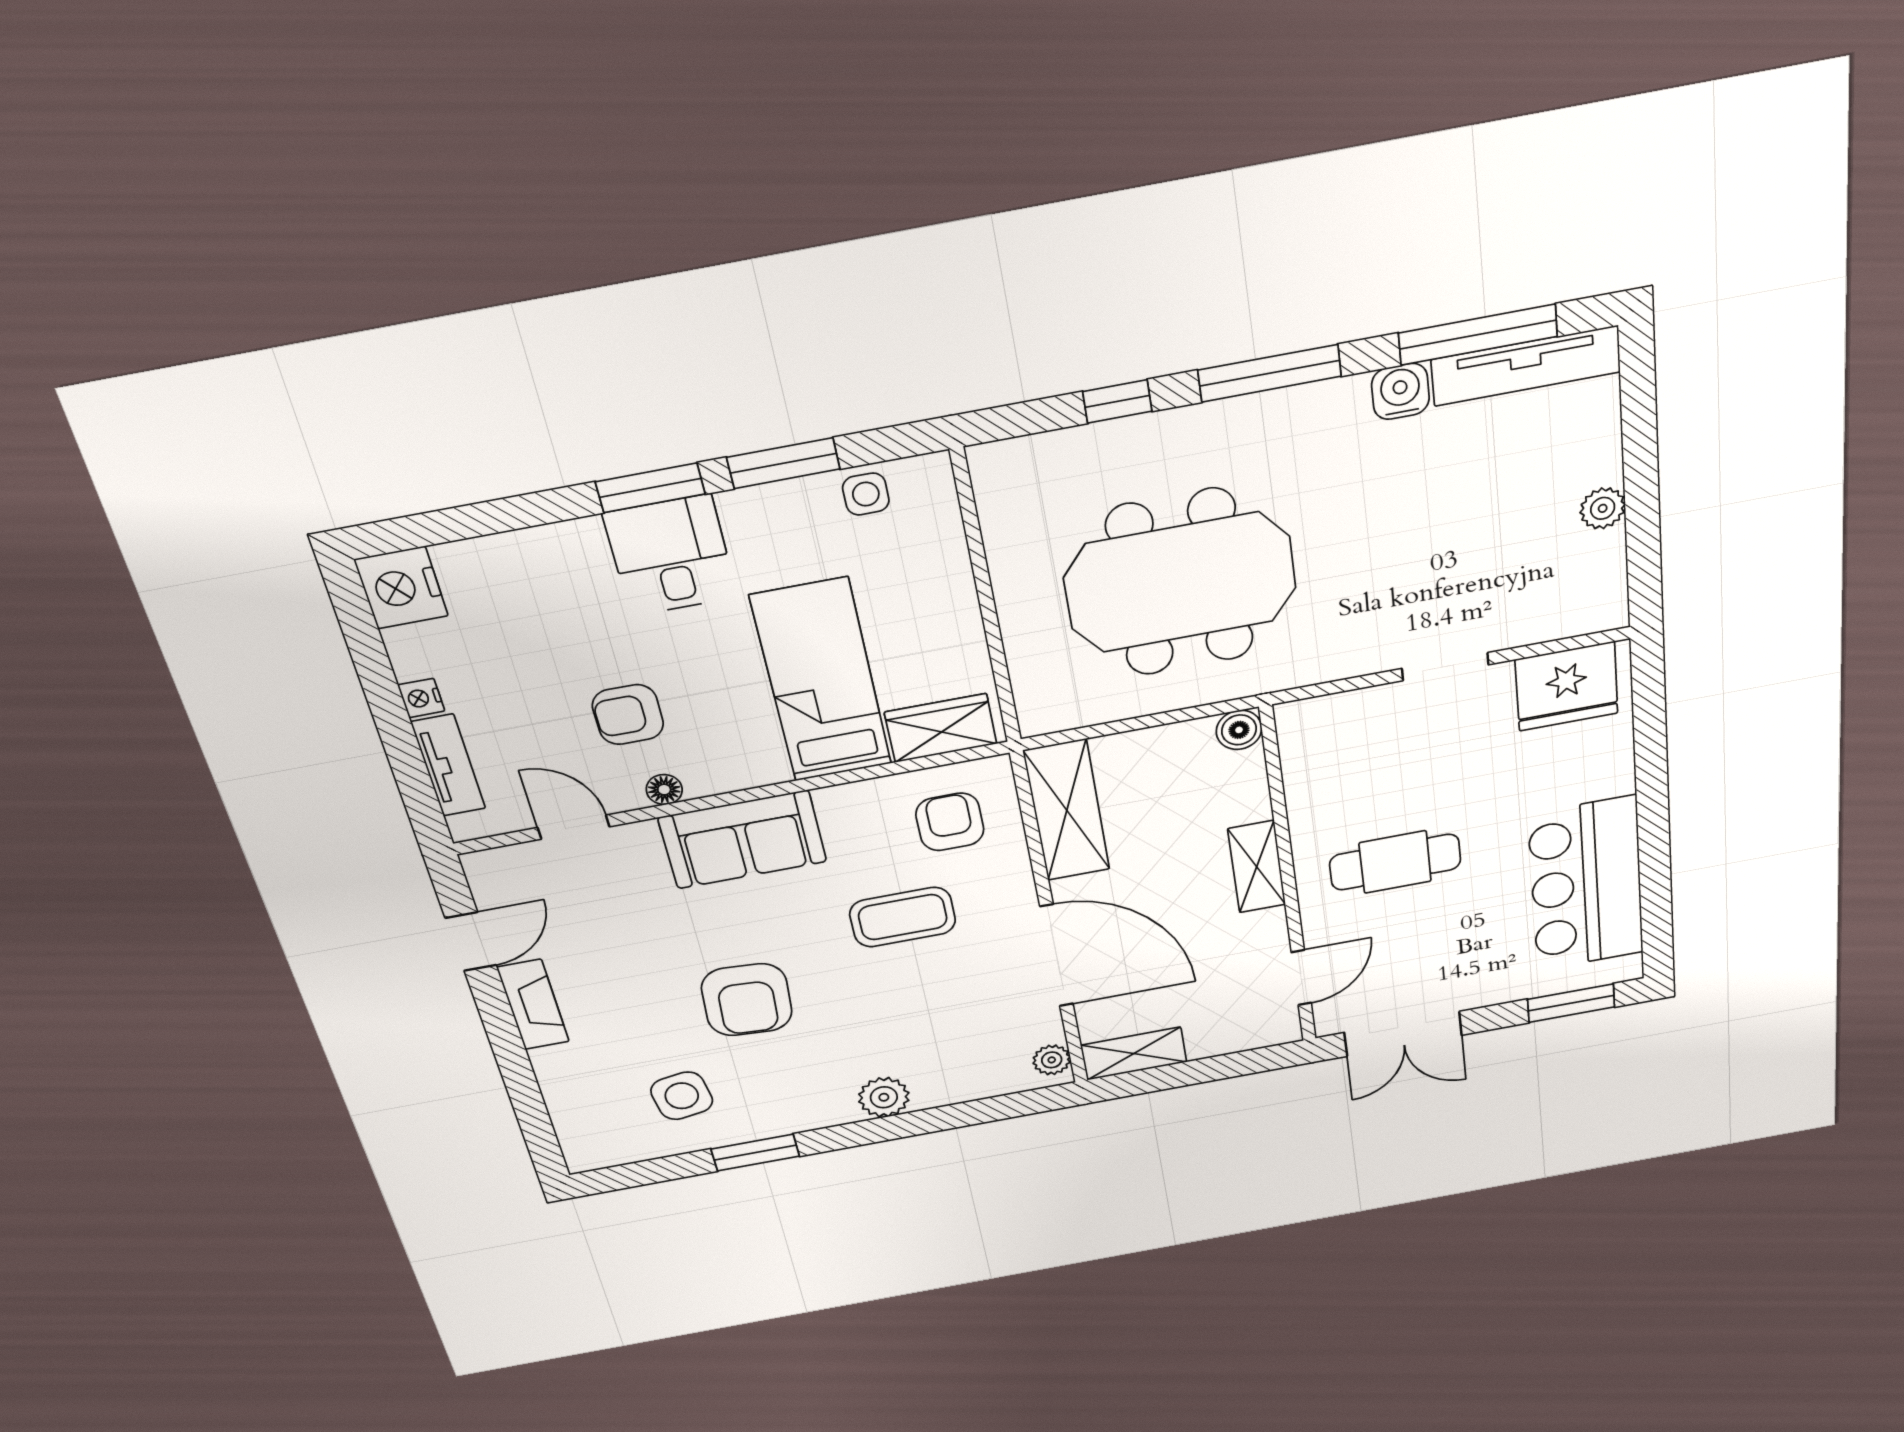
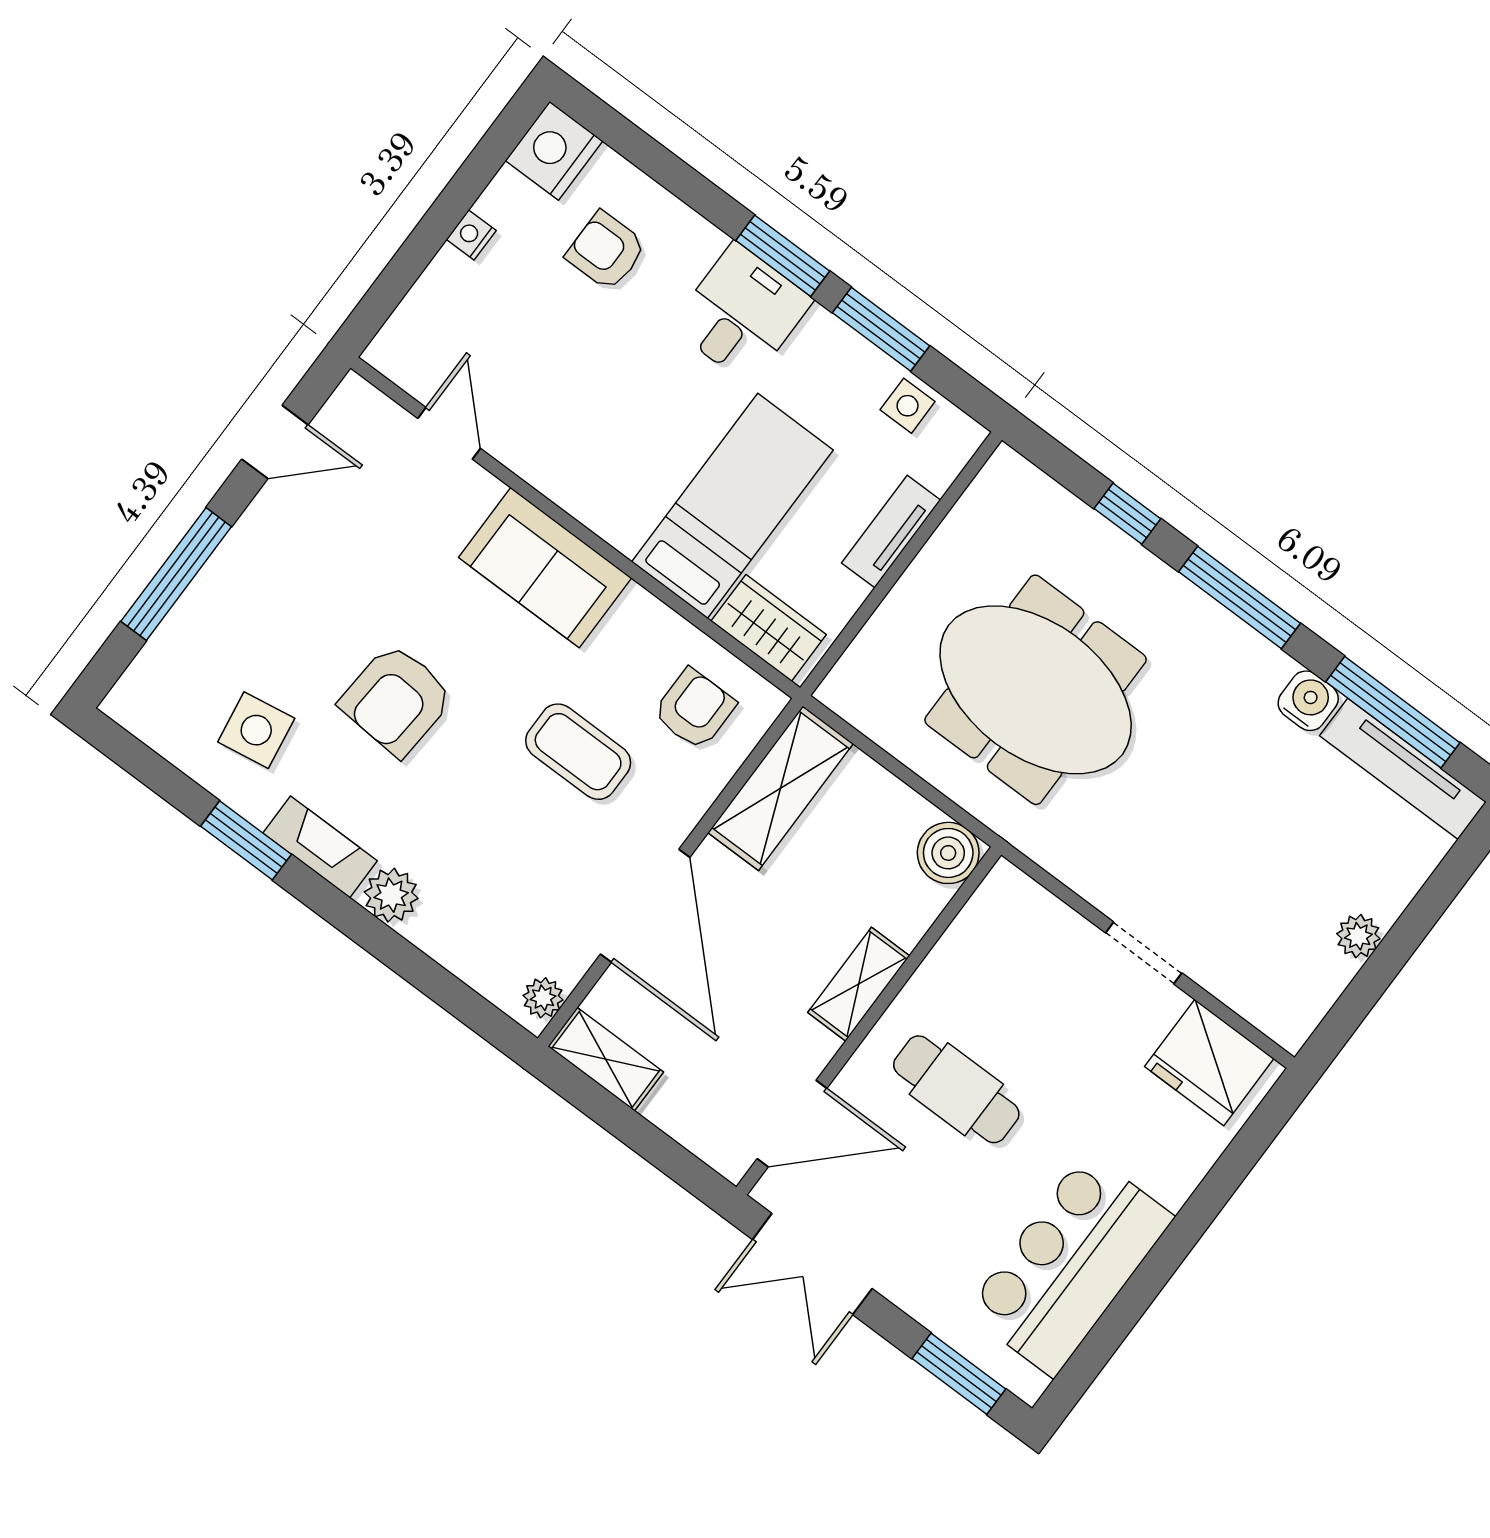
armchair: (628, 715) -> (606, 251), moved
boiler: (1239, 730) -> (948, 853), width x1.36, depth x1.36
tv unit: (448, 765) -> (891, 532), moved, turned 180
floor lamp: (664, 790) -> (540, 472), removed
door: (1301, 978) -> (792, 1124), width x1.38
fireplace: (533, 1005) -> (320, 847), moved, turned -90
window: (515, 1067) -> (176, 574), added

